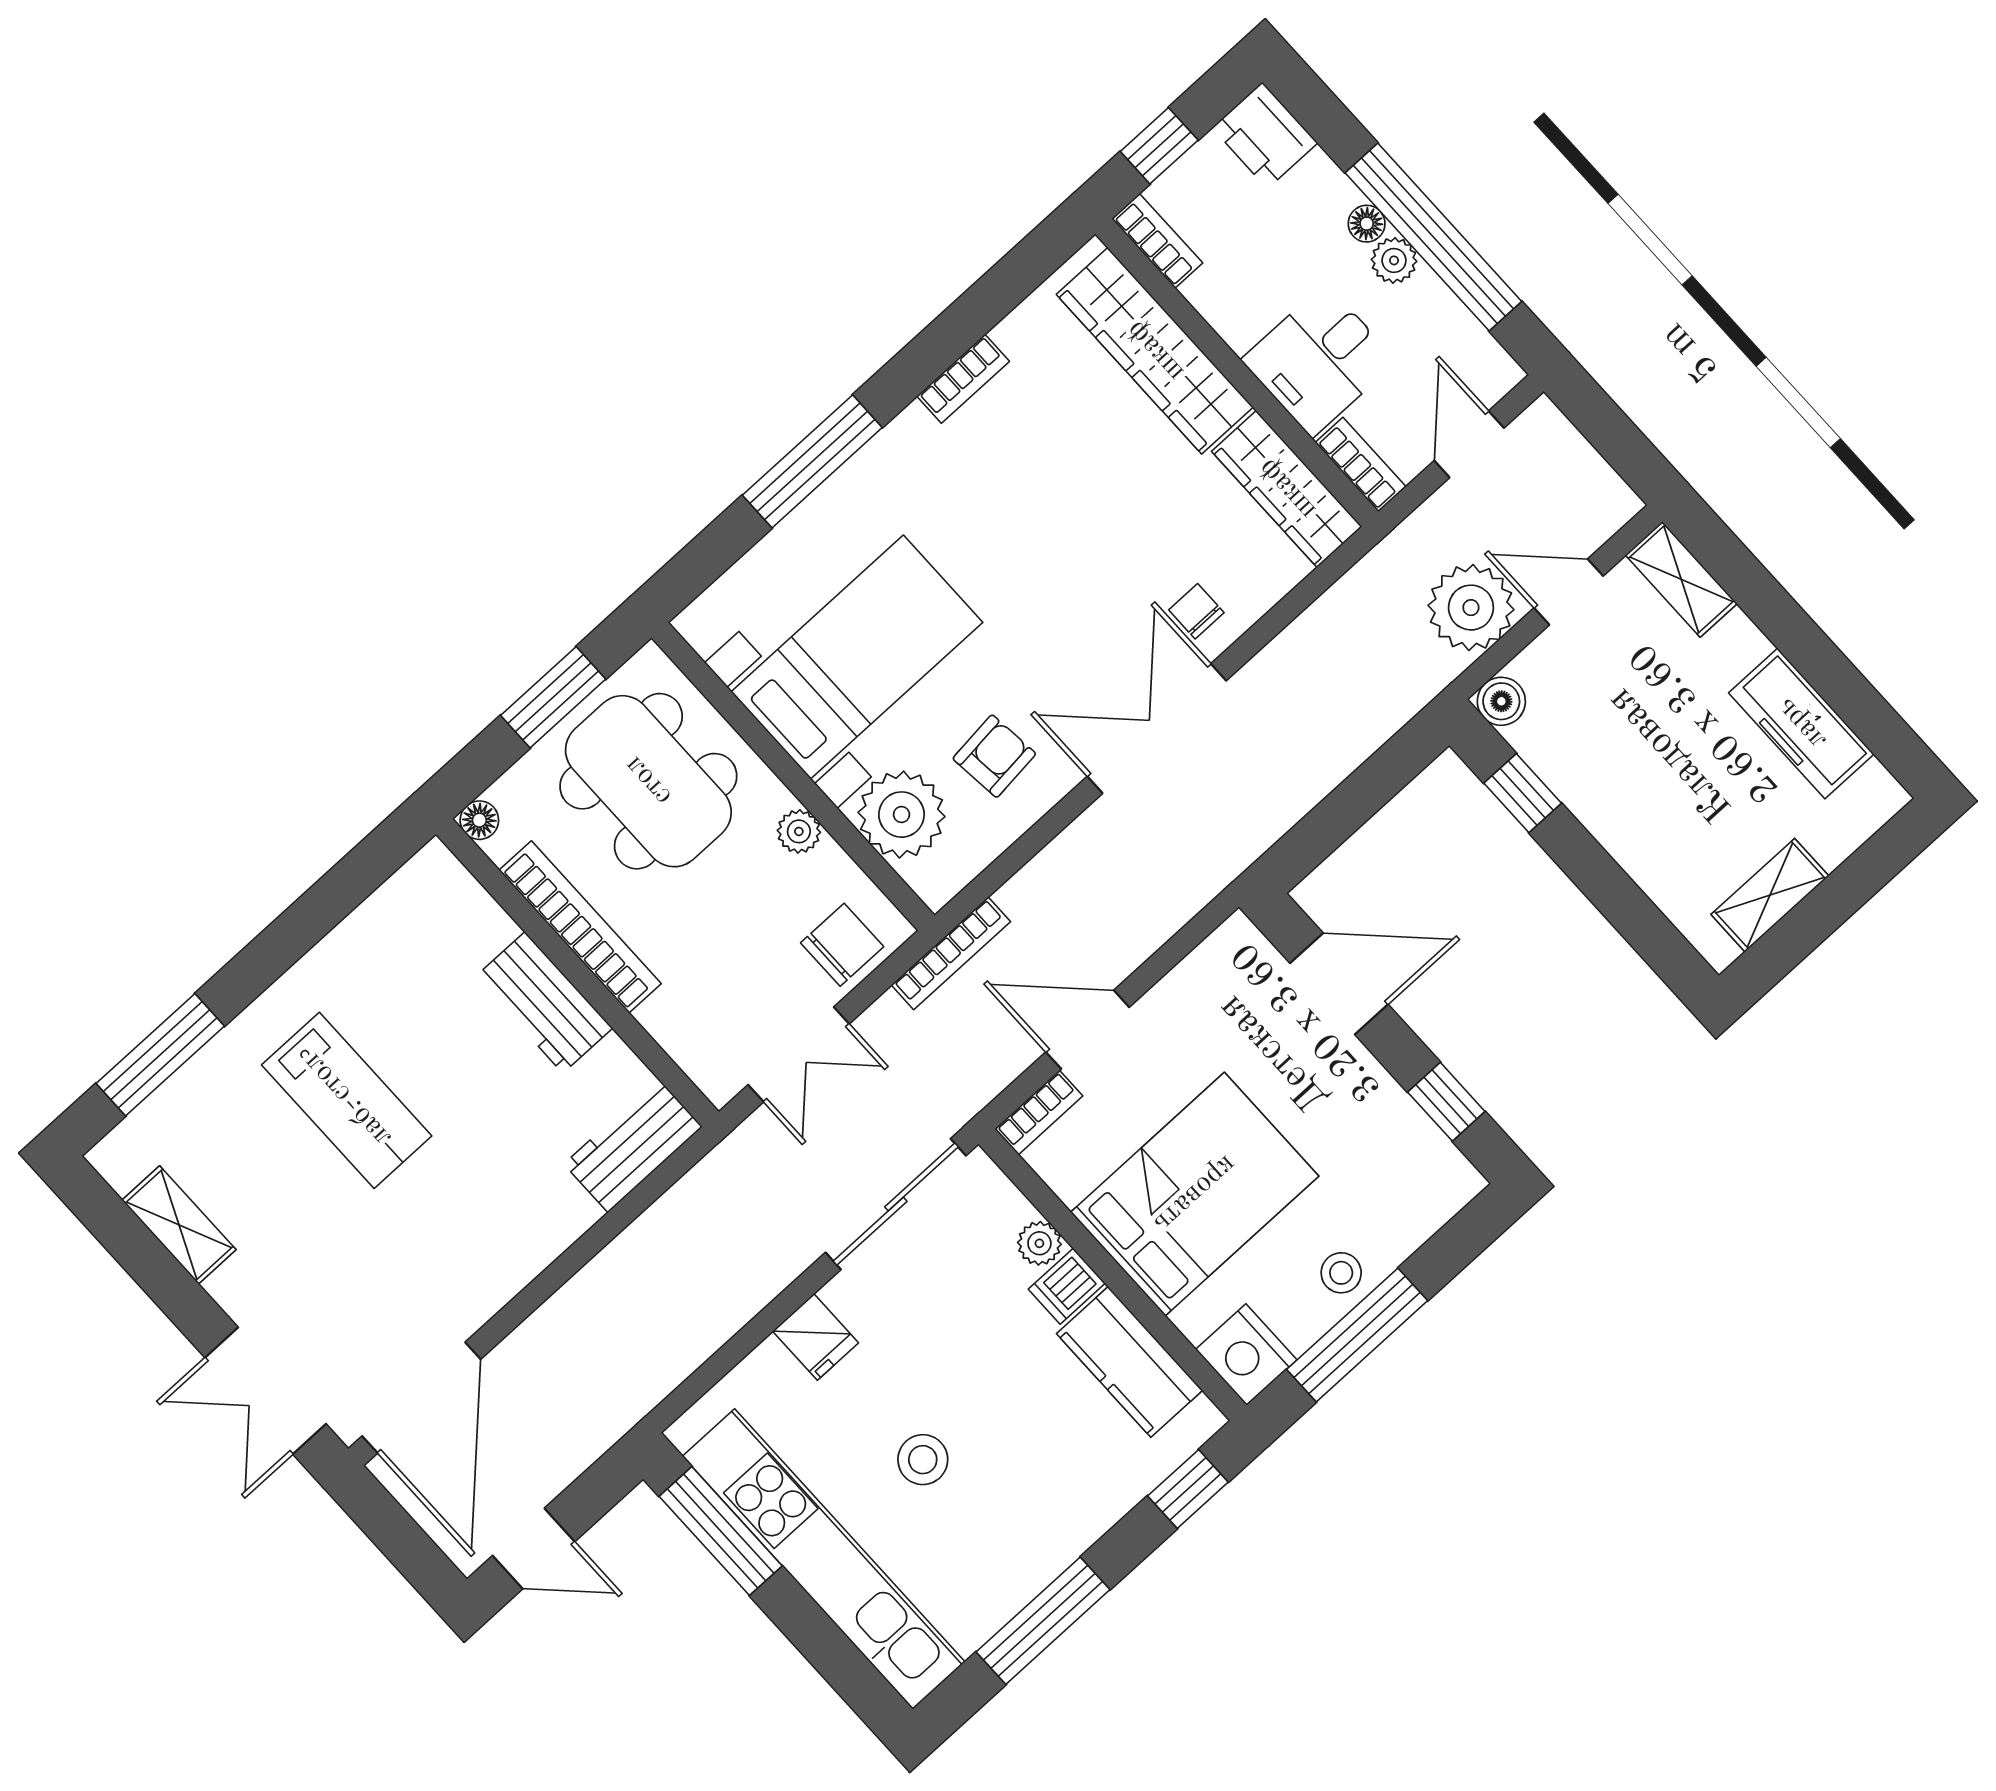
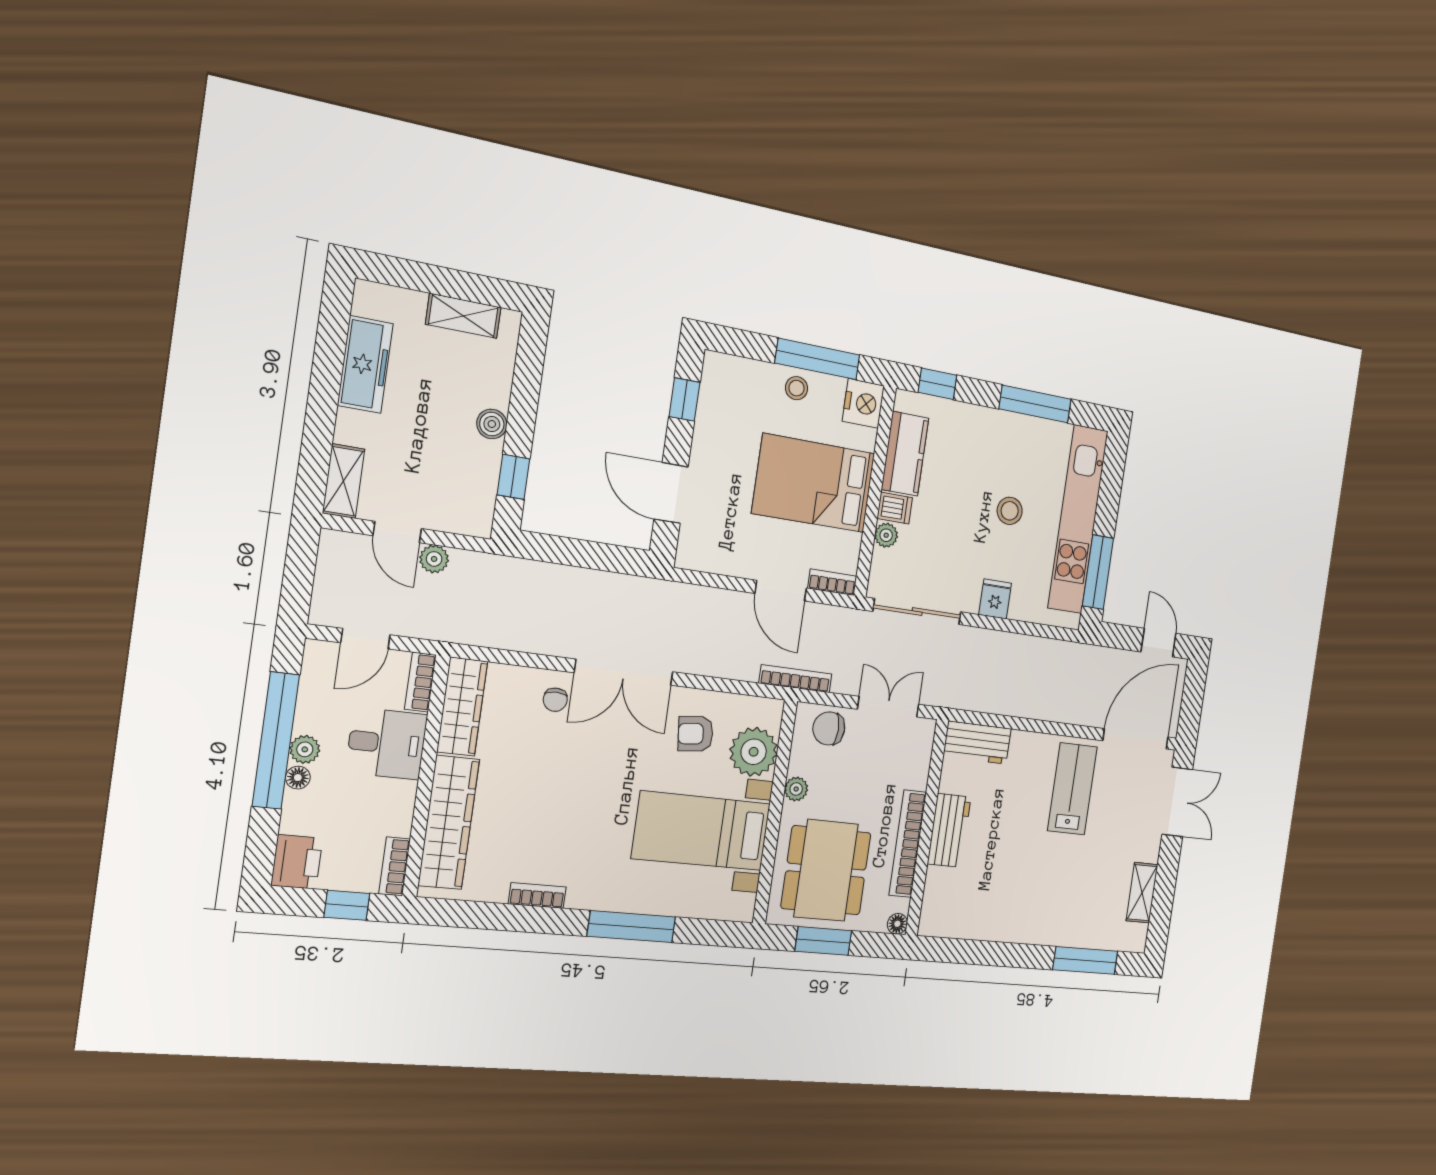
plant: (1471, 608) -> (434, 559), width x0.53, depth x0.53
boiler: (1501, 701) -> (492, 424), moved
lab bench: (347, 1100) -> (1072, 789), moved

